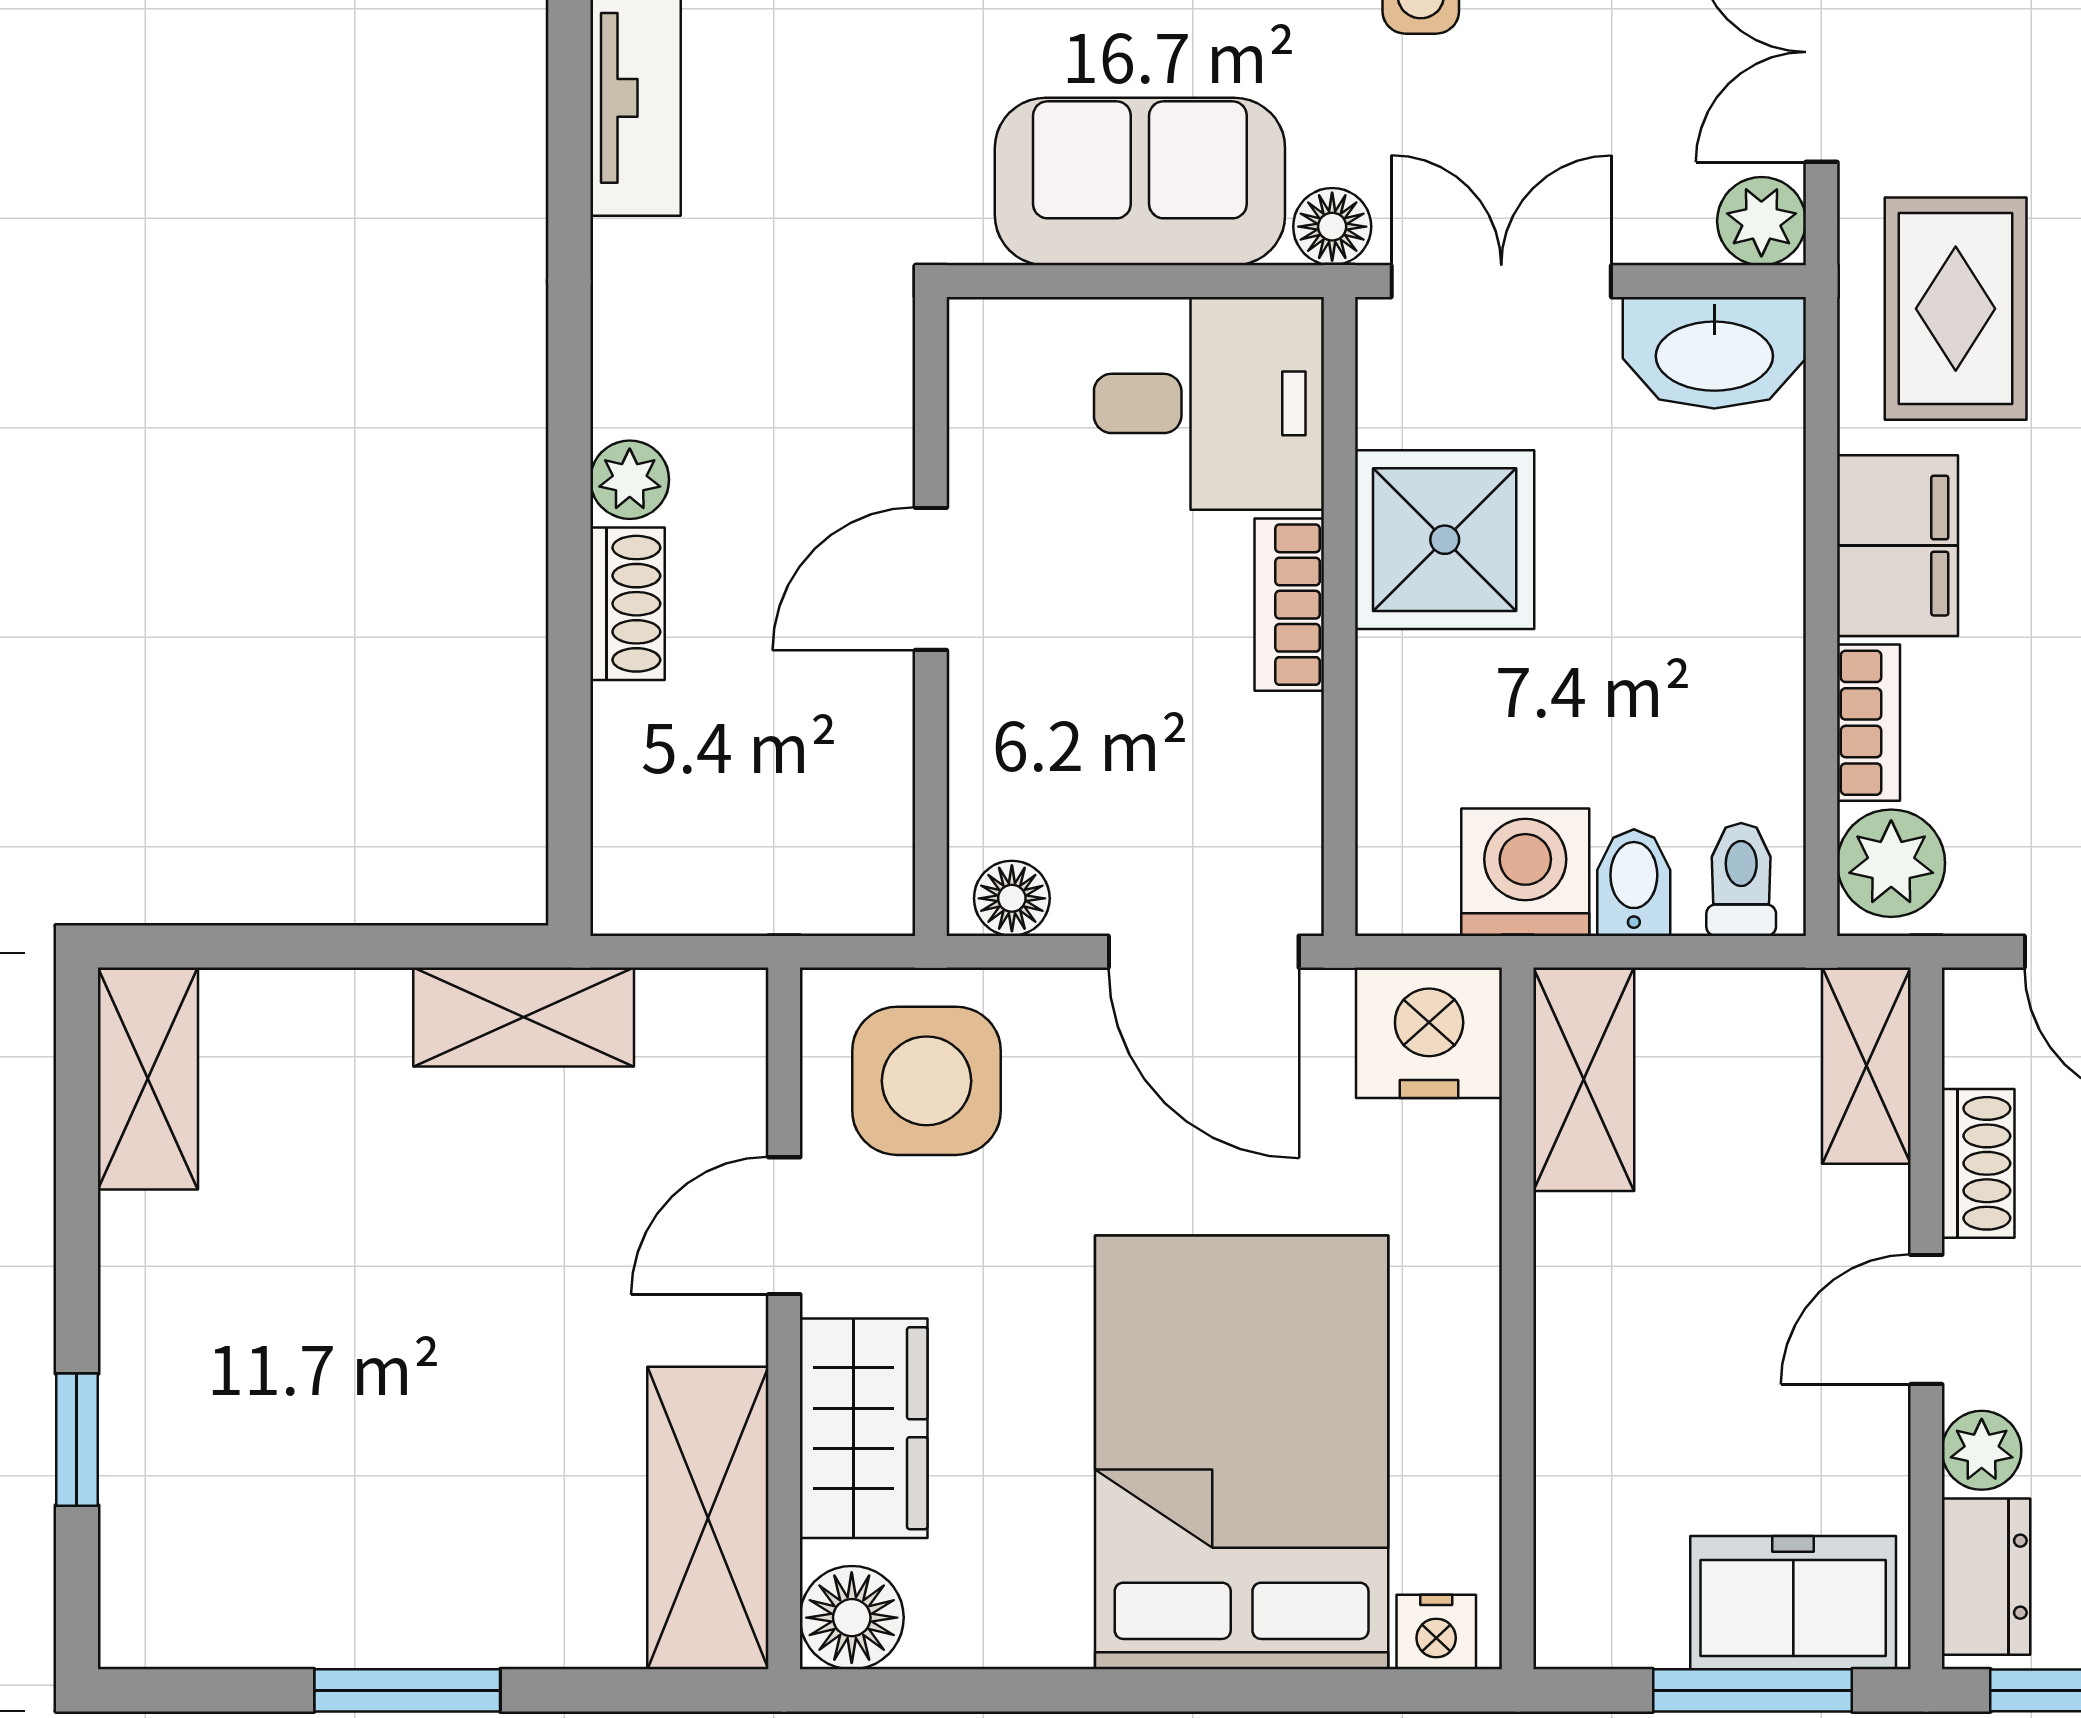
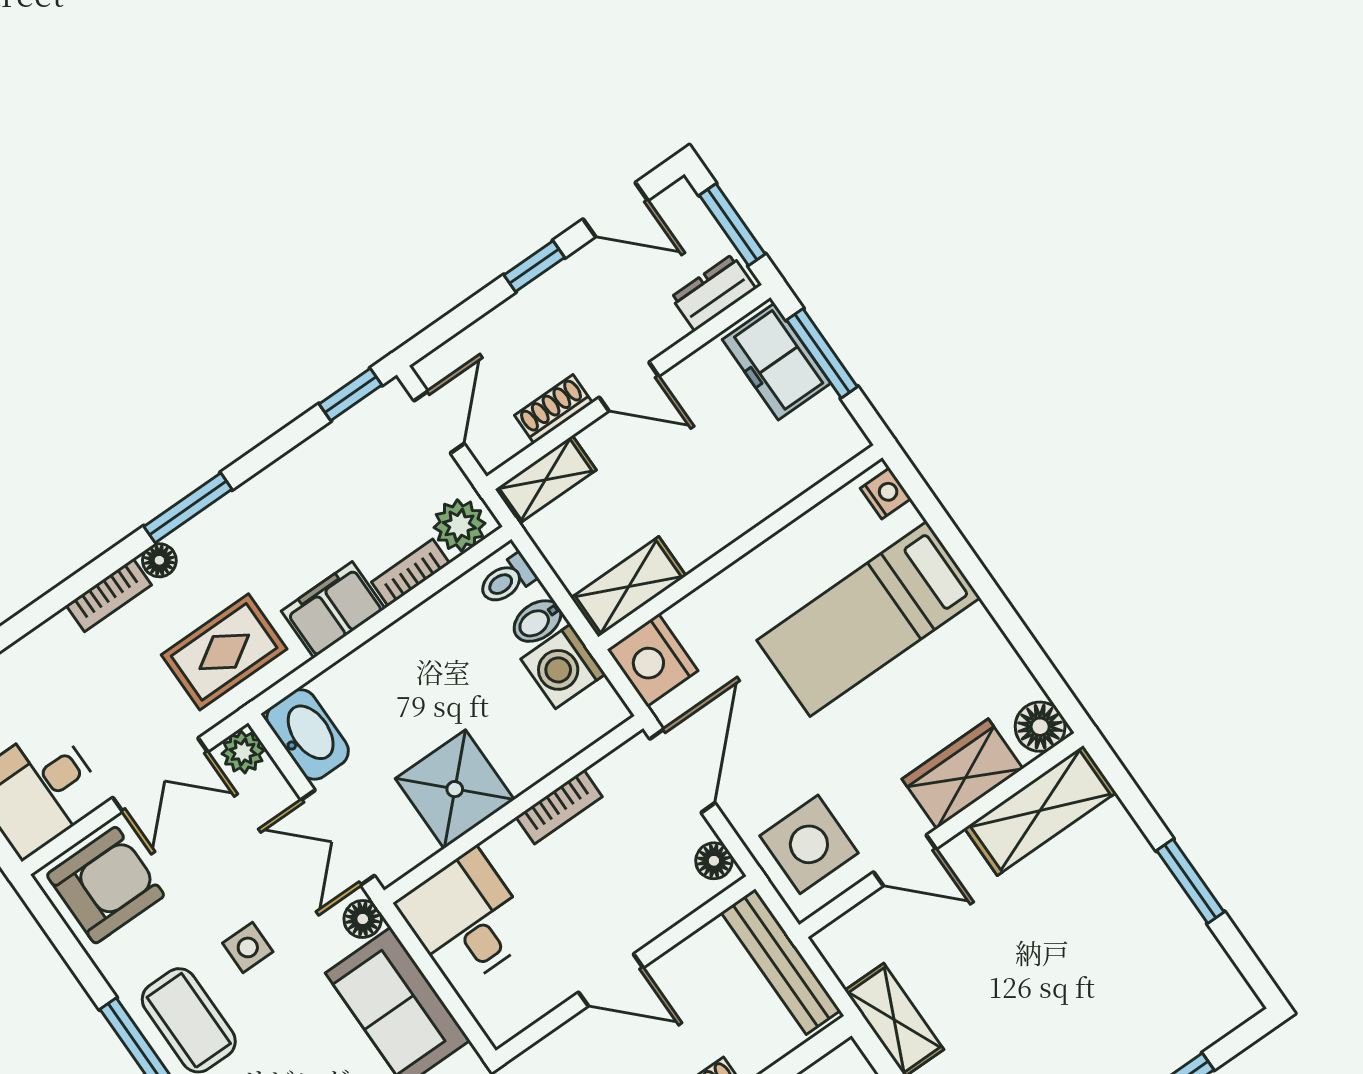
bookcase: (1289, 605) -> (559, 807), moved
bench: (759, 892) -> (781, 961), added
plant: (1982, 1450) -> (665, 329), removed
bed: (1242, 1452) -> (869, 619), width x0.67

